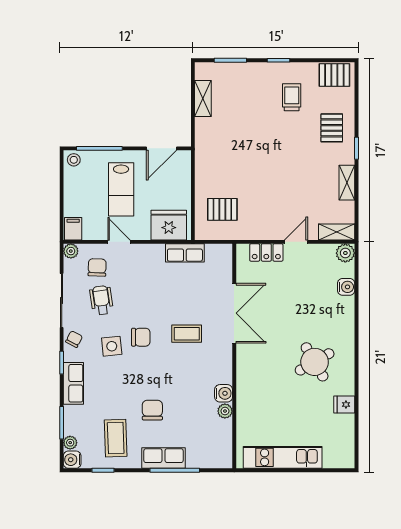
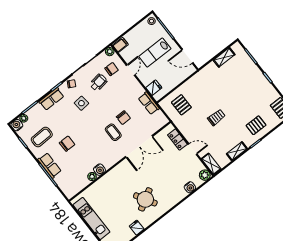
trolley: (292, 97) -> (216, 117), moved
fridge: (169, 225) -> (154, 88), width x0.53, depth x0.75
chair: (141, 337) -> (123, 118), moved

